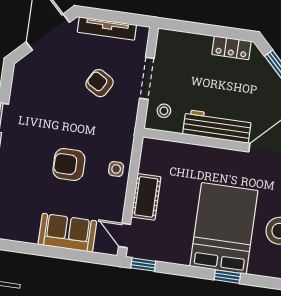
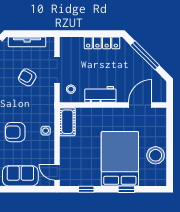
locker: (232, 48) -> (102, 43), width x1.53
workbench: (217, 126) -> (100, 94), width x0.73
cot: (146, 197) -> (67, 122), moved
window: (143, 265) -> (86, 189), moved

